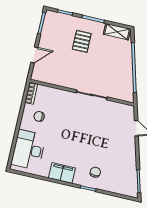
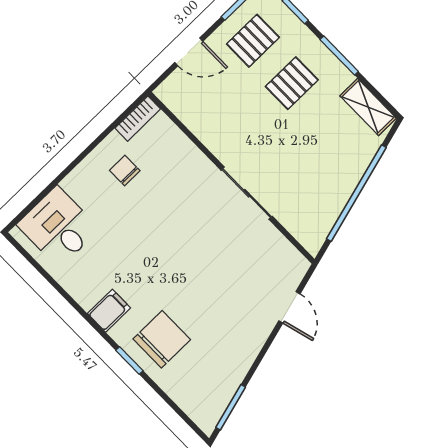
pallet: (56, 35) -> (253, 41), added
desk: (29, 150) -> (58, 227), width x0.73
chair: (95, 172) -> (162, 339), width x1.87, depth x1.87
filing cabinet: (62, 173) -> (109, 311), width x0.50

